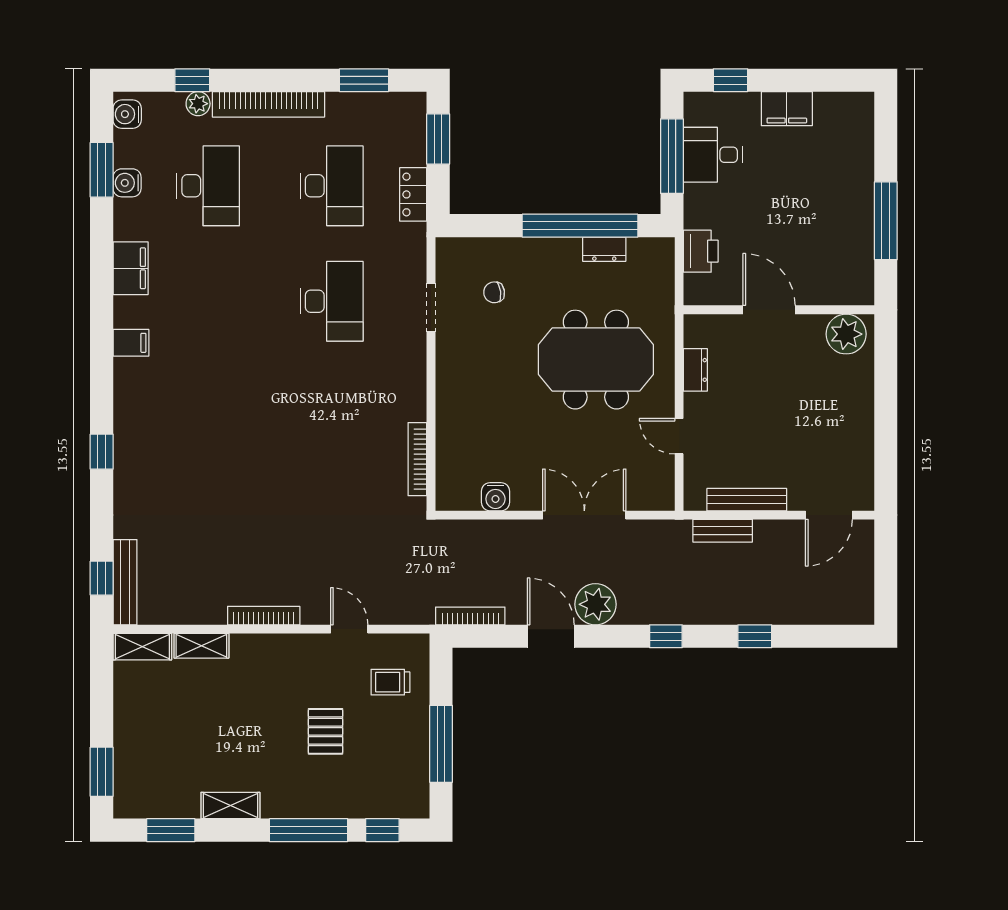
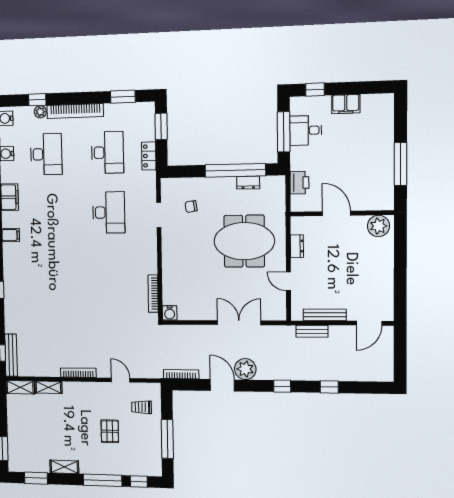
water cooler: (495, 497) -> (170, 313), moved

